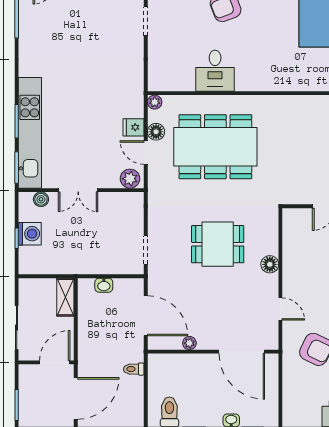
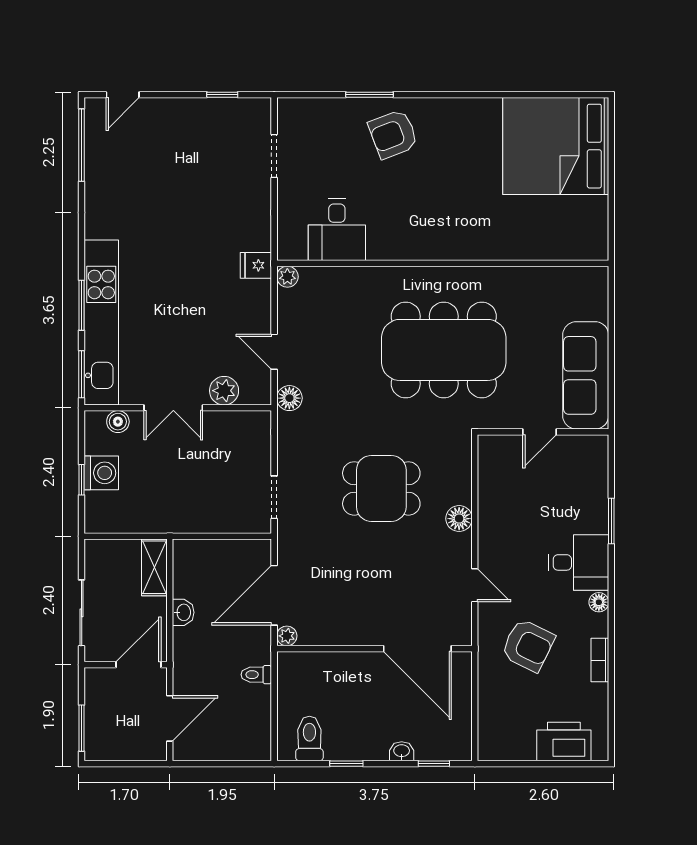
desk: (215, 71) -> (337, 230), moved
fridge: (134, 127) -> (256, 265), moved
floor lamp: (156, 132) -> (289, 398), moved
dining table: (215, 147) -> (444, 350), moved
plant: (130, 179) -> (224, 391), moved
washbasin: (104, 285) -> (183, 612), moved, turned -90
door: (146, 316) -> (274, 595), swing flipped
plant: (189, 343) -> (287, 636), moved
door: (76, 398) -> (170, 718), width x0.73

